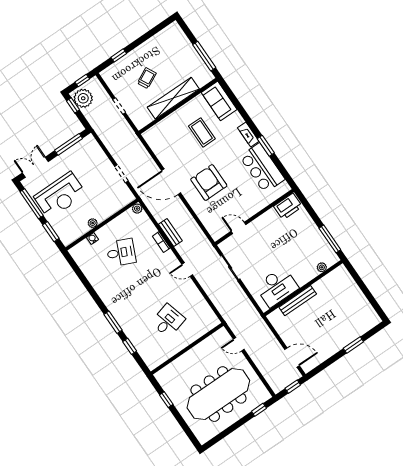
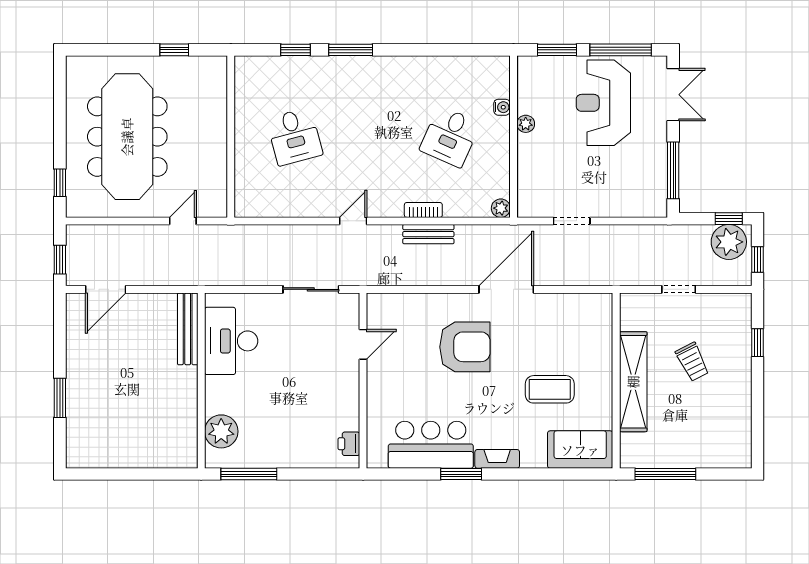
printer: (288, 206) -> (349, 444), width x0.53, depth x0.68
plant: (322, 267) -> (221, 431), width x1.88, depth x1.88
bench: (298, 301) -> (188, 329), moved

